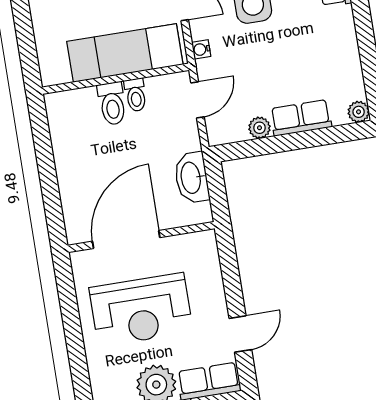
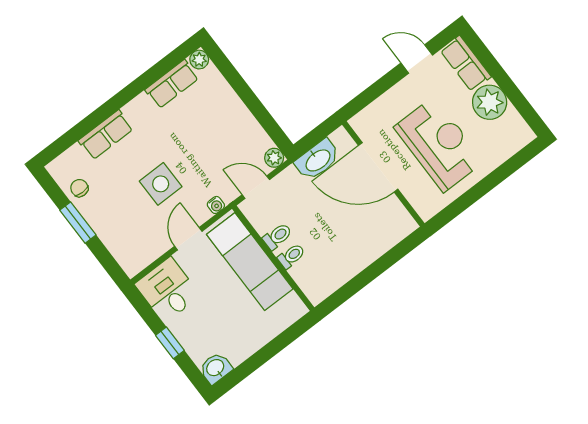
toilet: (112, 104) -> (291, 256), width x0.73, depth x0.72
row of seats: (301, 118) -> (172, 84), moved, turned -90
plant: (259, 128) -> (274, 158), moved
door: (126, 239) -> (378, 167), moved

